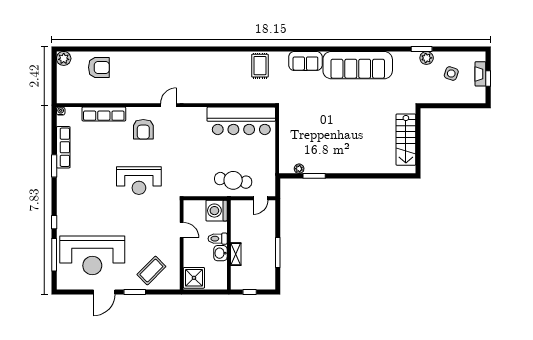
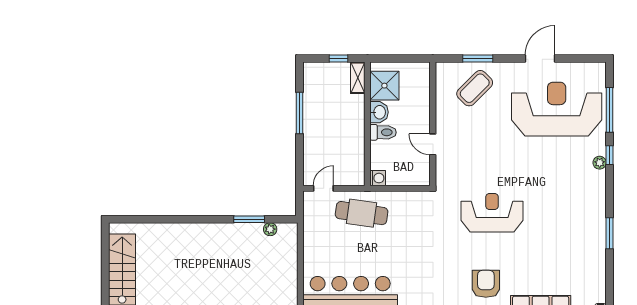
row of seats: (63, 147) -> (597, 259), removed
washing machine: (217, 211) -> (378, 178), width x0.53, depth x0.53
plant: (61, 217) -> (600, 163), added
shelving: (236, 254) -> (358, 78), moved
shower: (194, 278) -> (384, 86), moved
window: (135, 292) -> (478, 58), moved

